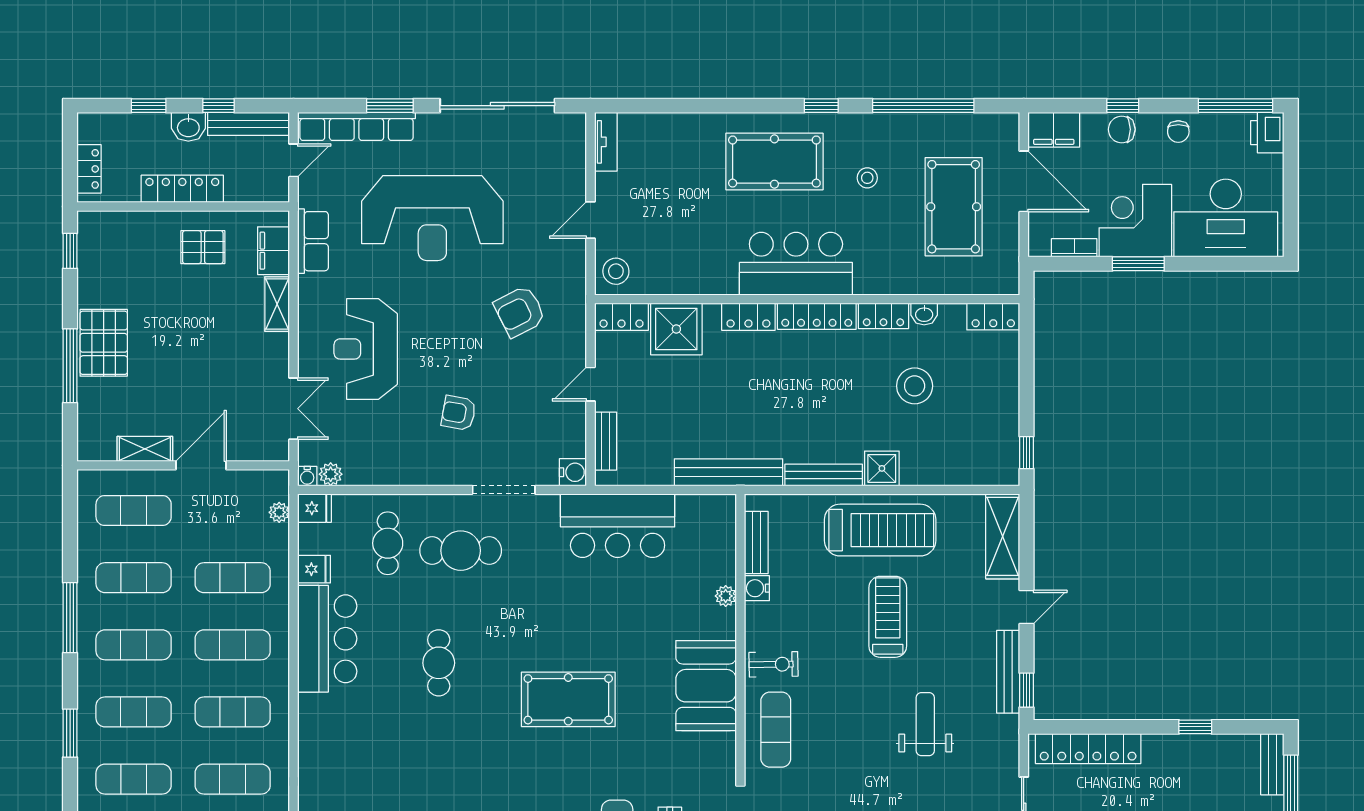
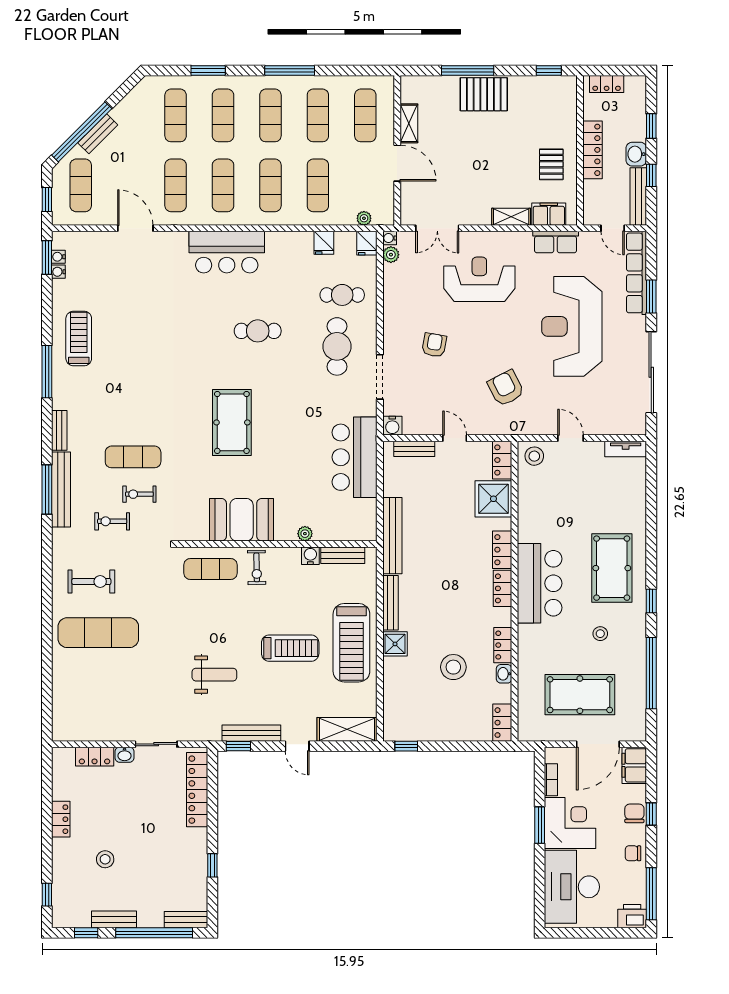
locker: (817, 316) -> (502, 588), width x0.66
bar counter: (327, 639) -> (227, 252), moved

